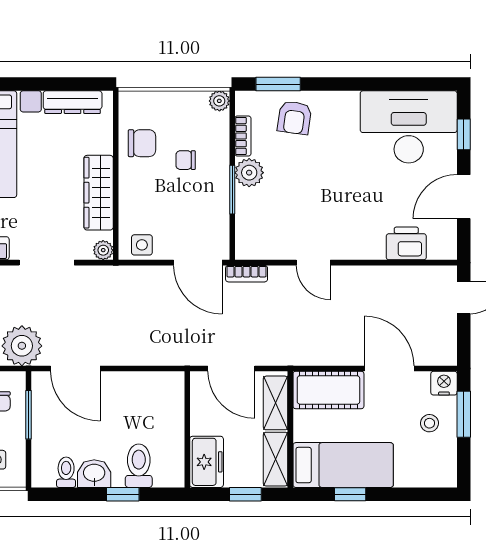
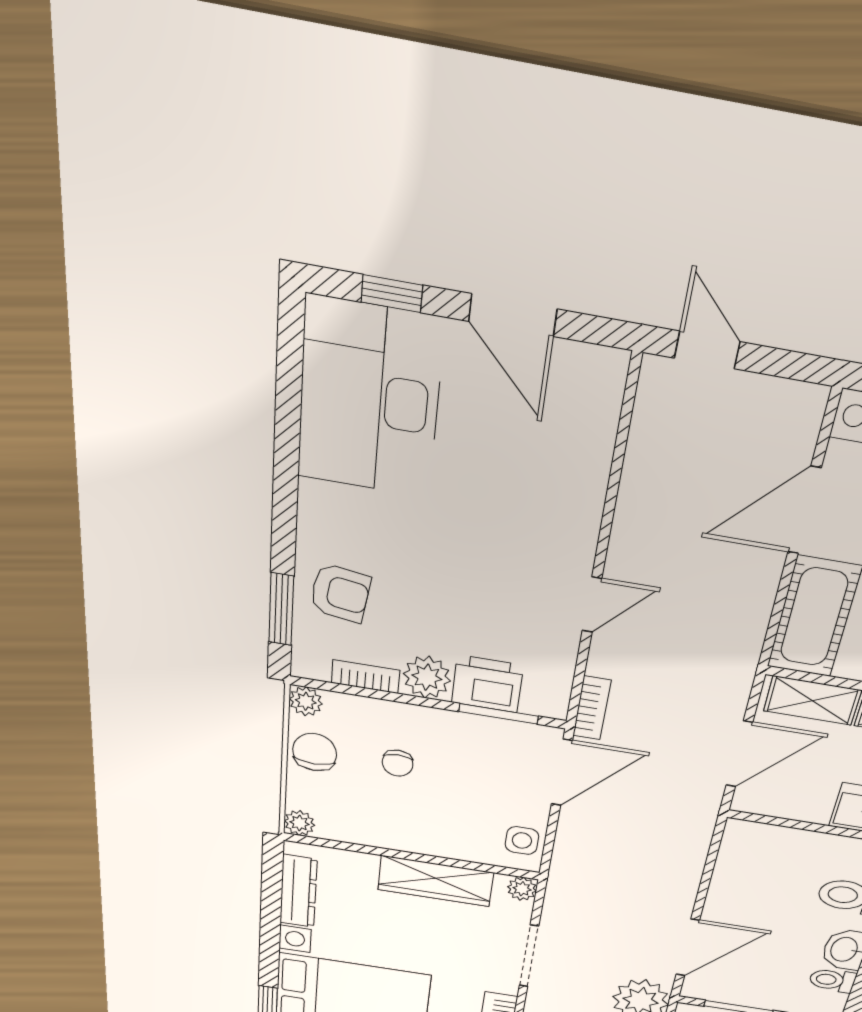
plant: (128, 101) -> (300, 823), added
chair: (142, 143) -> (315, 752), moved
window: (232, 190) -> (499, 714), moved
printer: (406, 243) -> (487, 684), moved, turned 90

